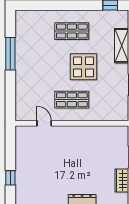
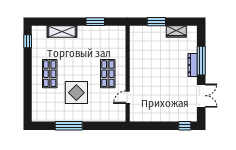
display table: (83, 67) -> (76, 93), moved
window: (10, 178) -> (185, 126), moved

